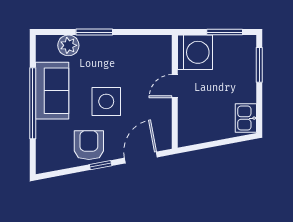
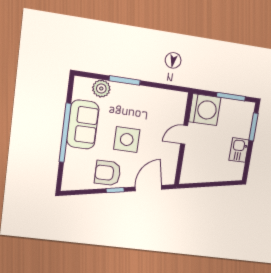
kitchen sink: (246, 118) -> (239, 150), moved
armchair: (89, 145) -> (108, 173), turned -90

